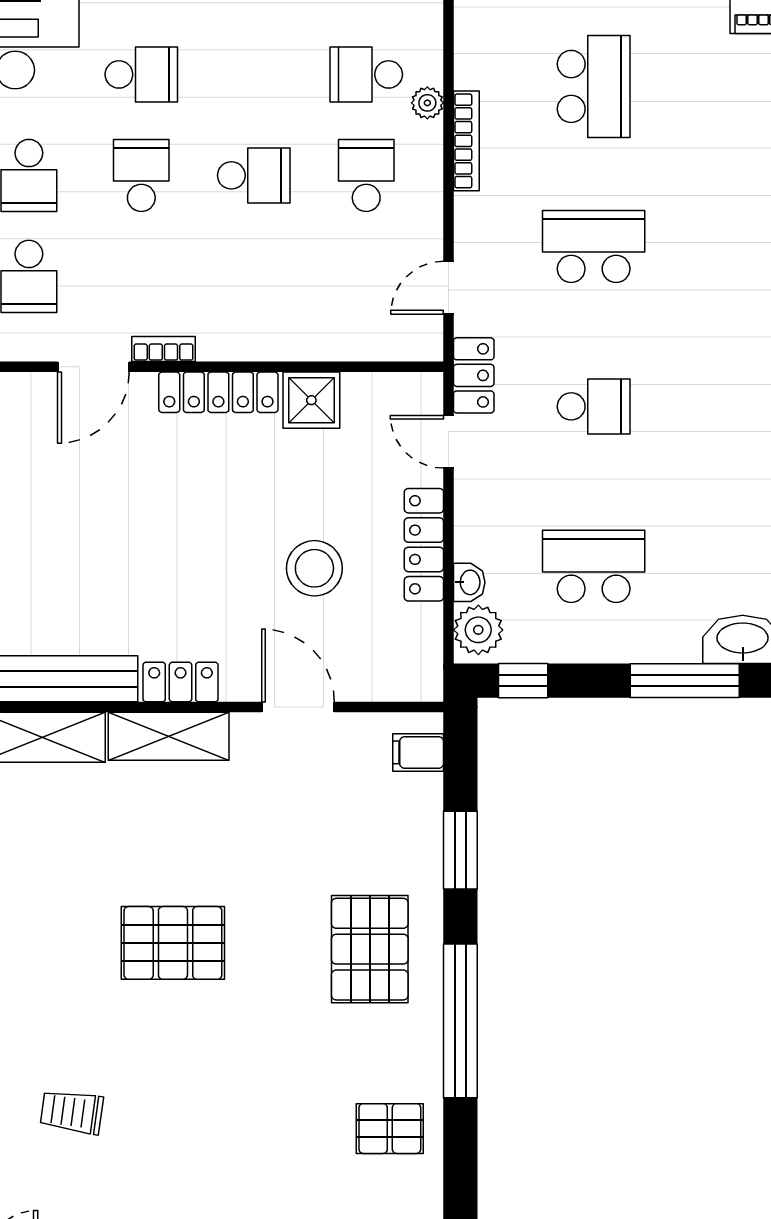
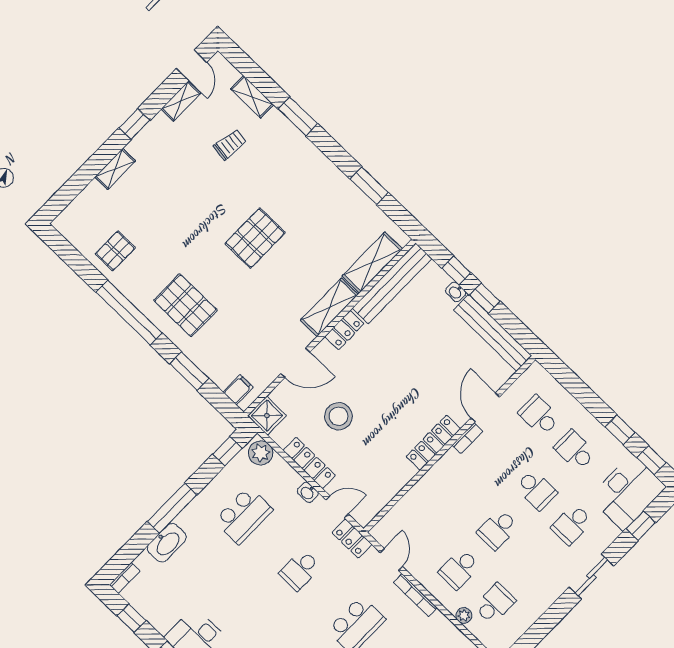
bookcase: (466, 141) -> (415, 595), moved
school desk: (366, 175) -> (459, 569), turned 90
shower: (311, 400) -> (267, 416), moved
washbasin: (469, 582) -> (308, 492), moved

